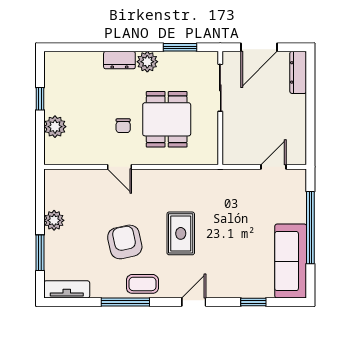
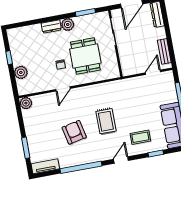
bench: (299, 136) -> (164, 51), added
door: (119, 167) -> (63, 89), hinge flipped
plant: (54, 220) -> (26, 103), moved
coffee table: (142, 284) -> (140, 137), moved
window: (125, 302) -> (81, 167), width x1.46

